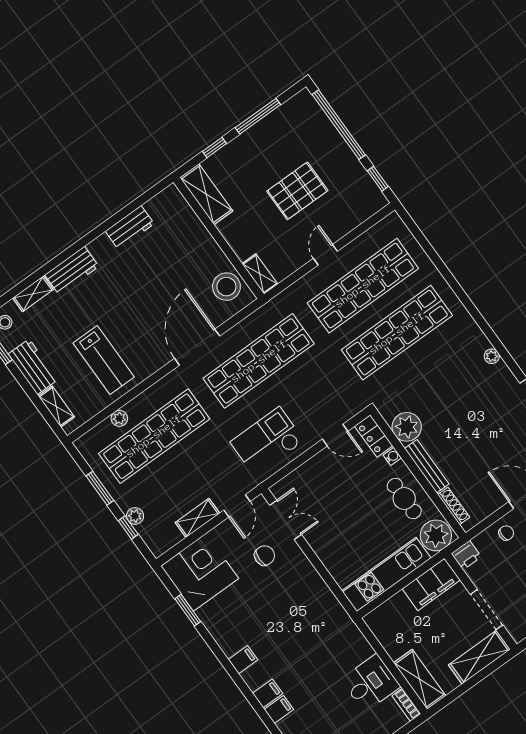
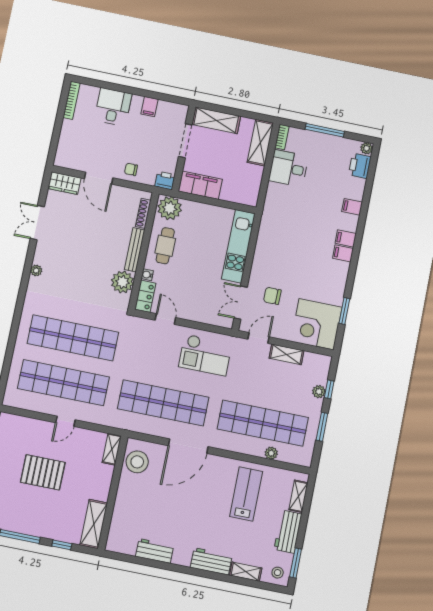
kitchen unit: (386, 574) -> (238, 246), moved, turned 90
filing cabinet: (268, 693) -> (346, 238), moved

